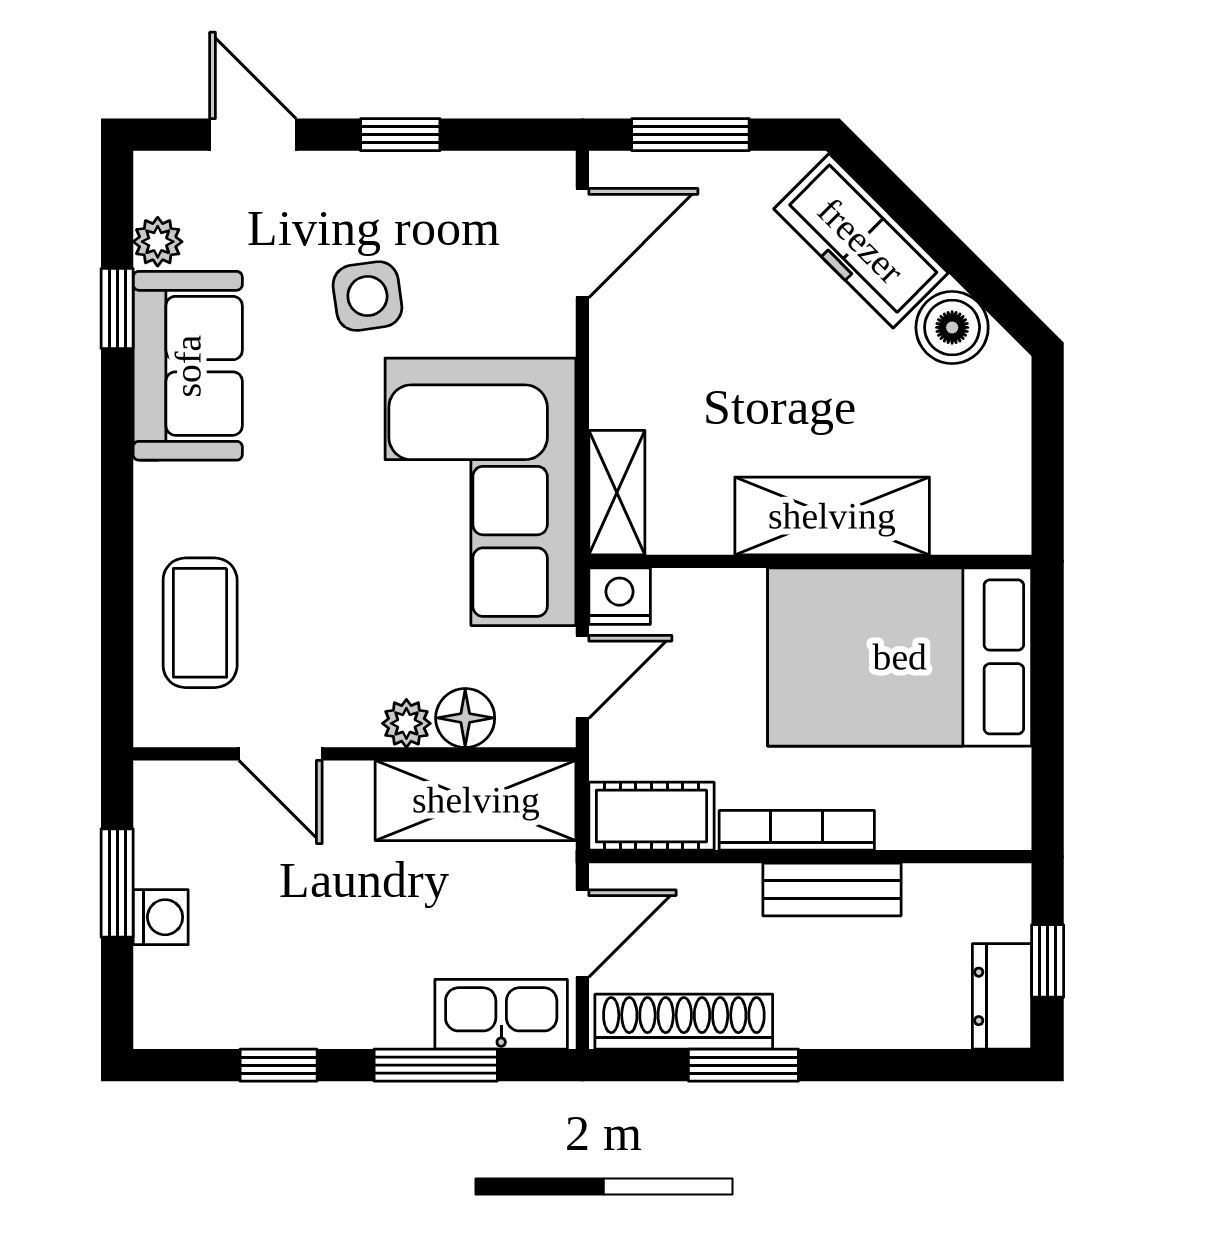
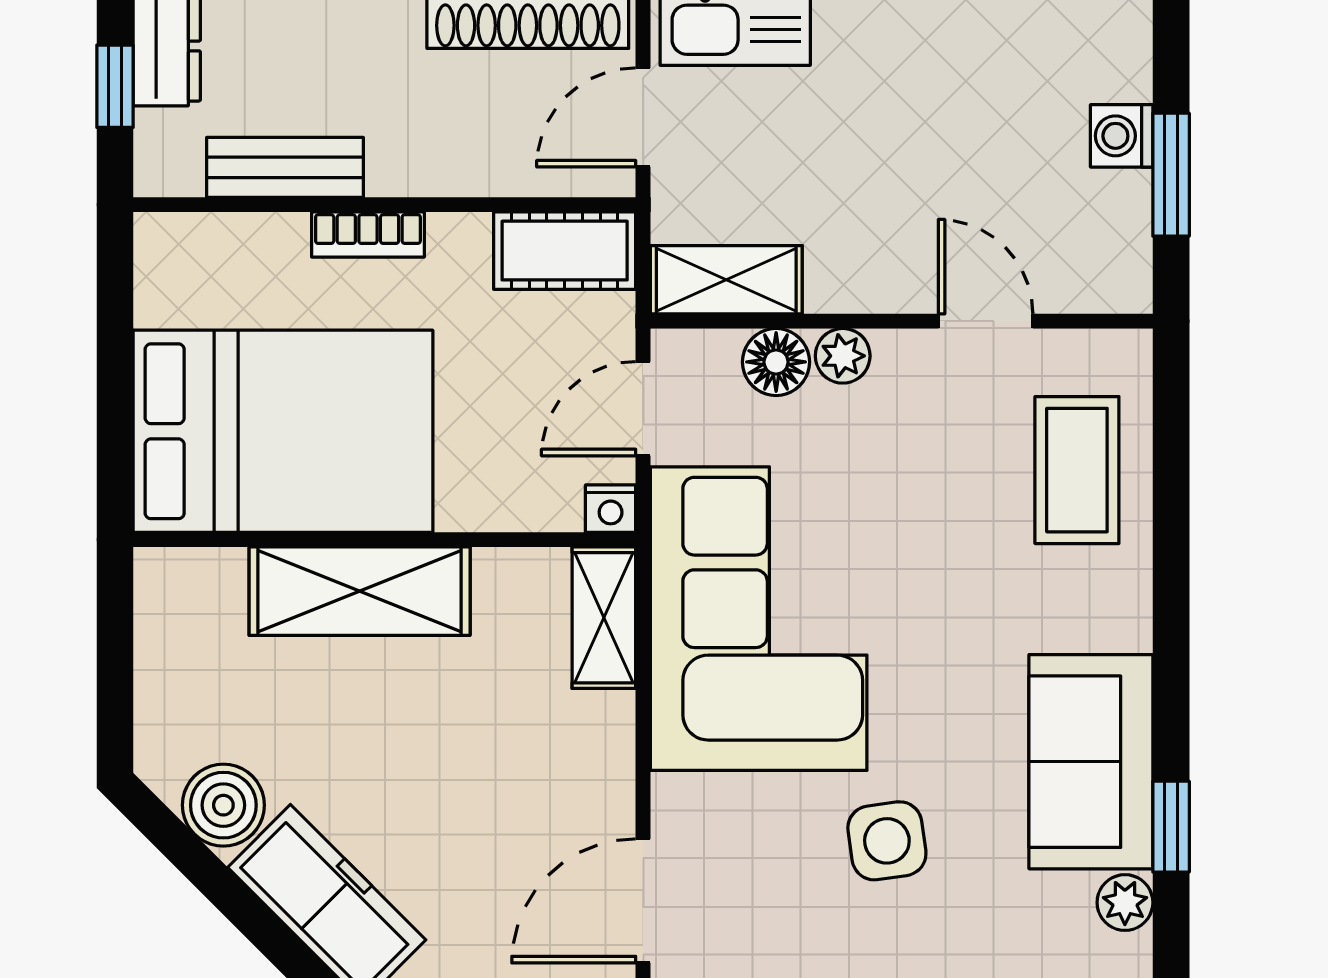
nightstand: (620, 596) -> (611, 509), width x0.72, depth x0.74
shelving: (476, 800) -> (726, 280), width x0.67, depth x0.75
bookcase: (797, 830) -> (368, 234), width x0.64
bench: (832, 889) -> (285, 167), moved

